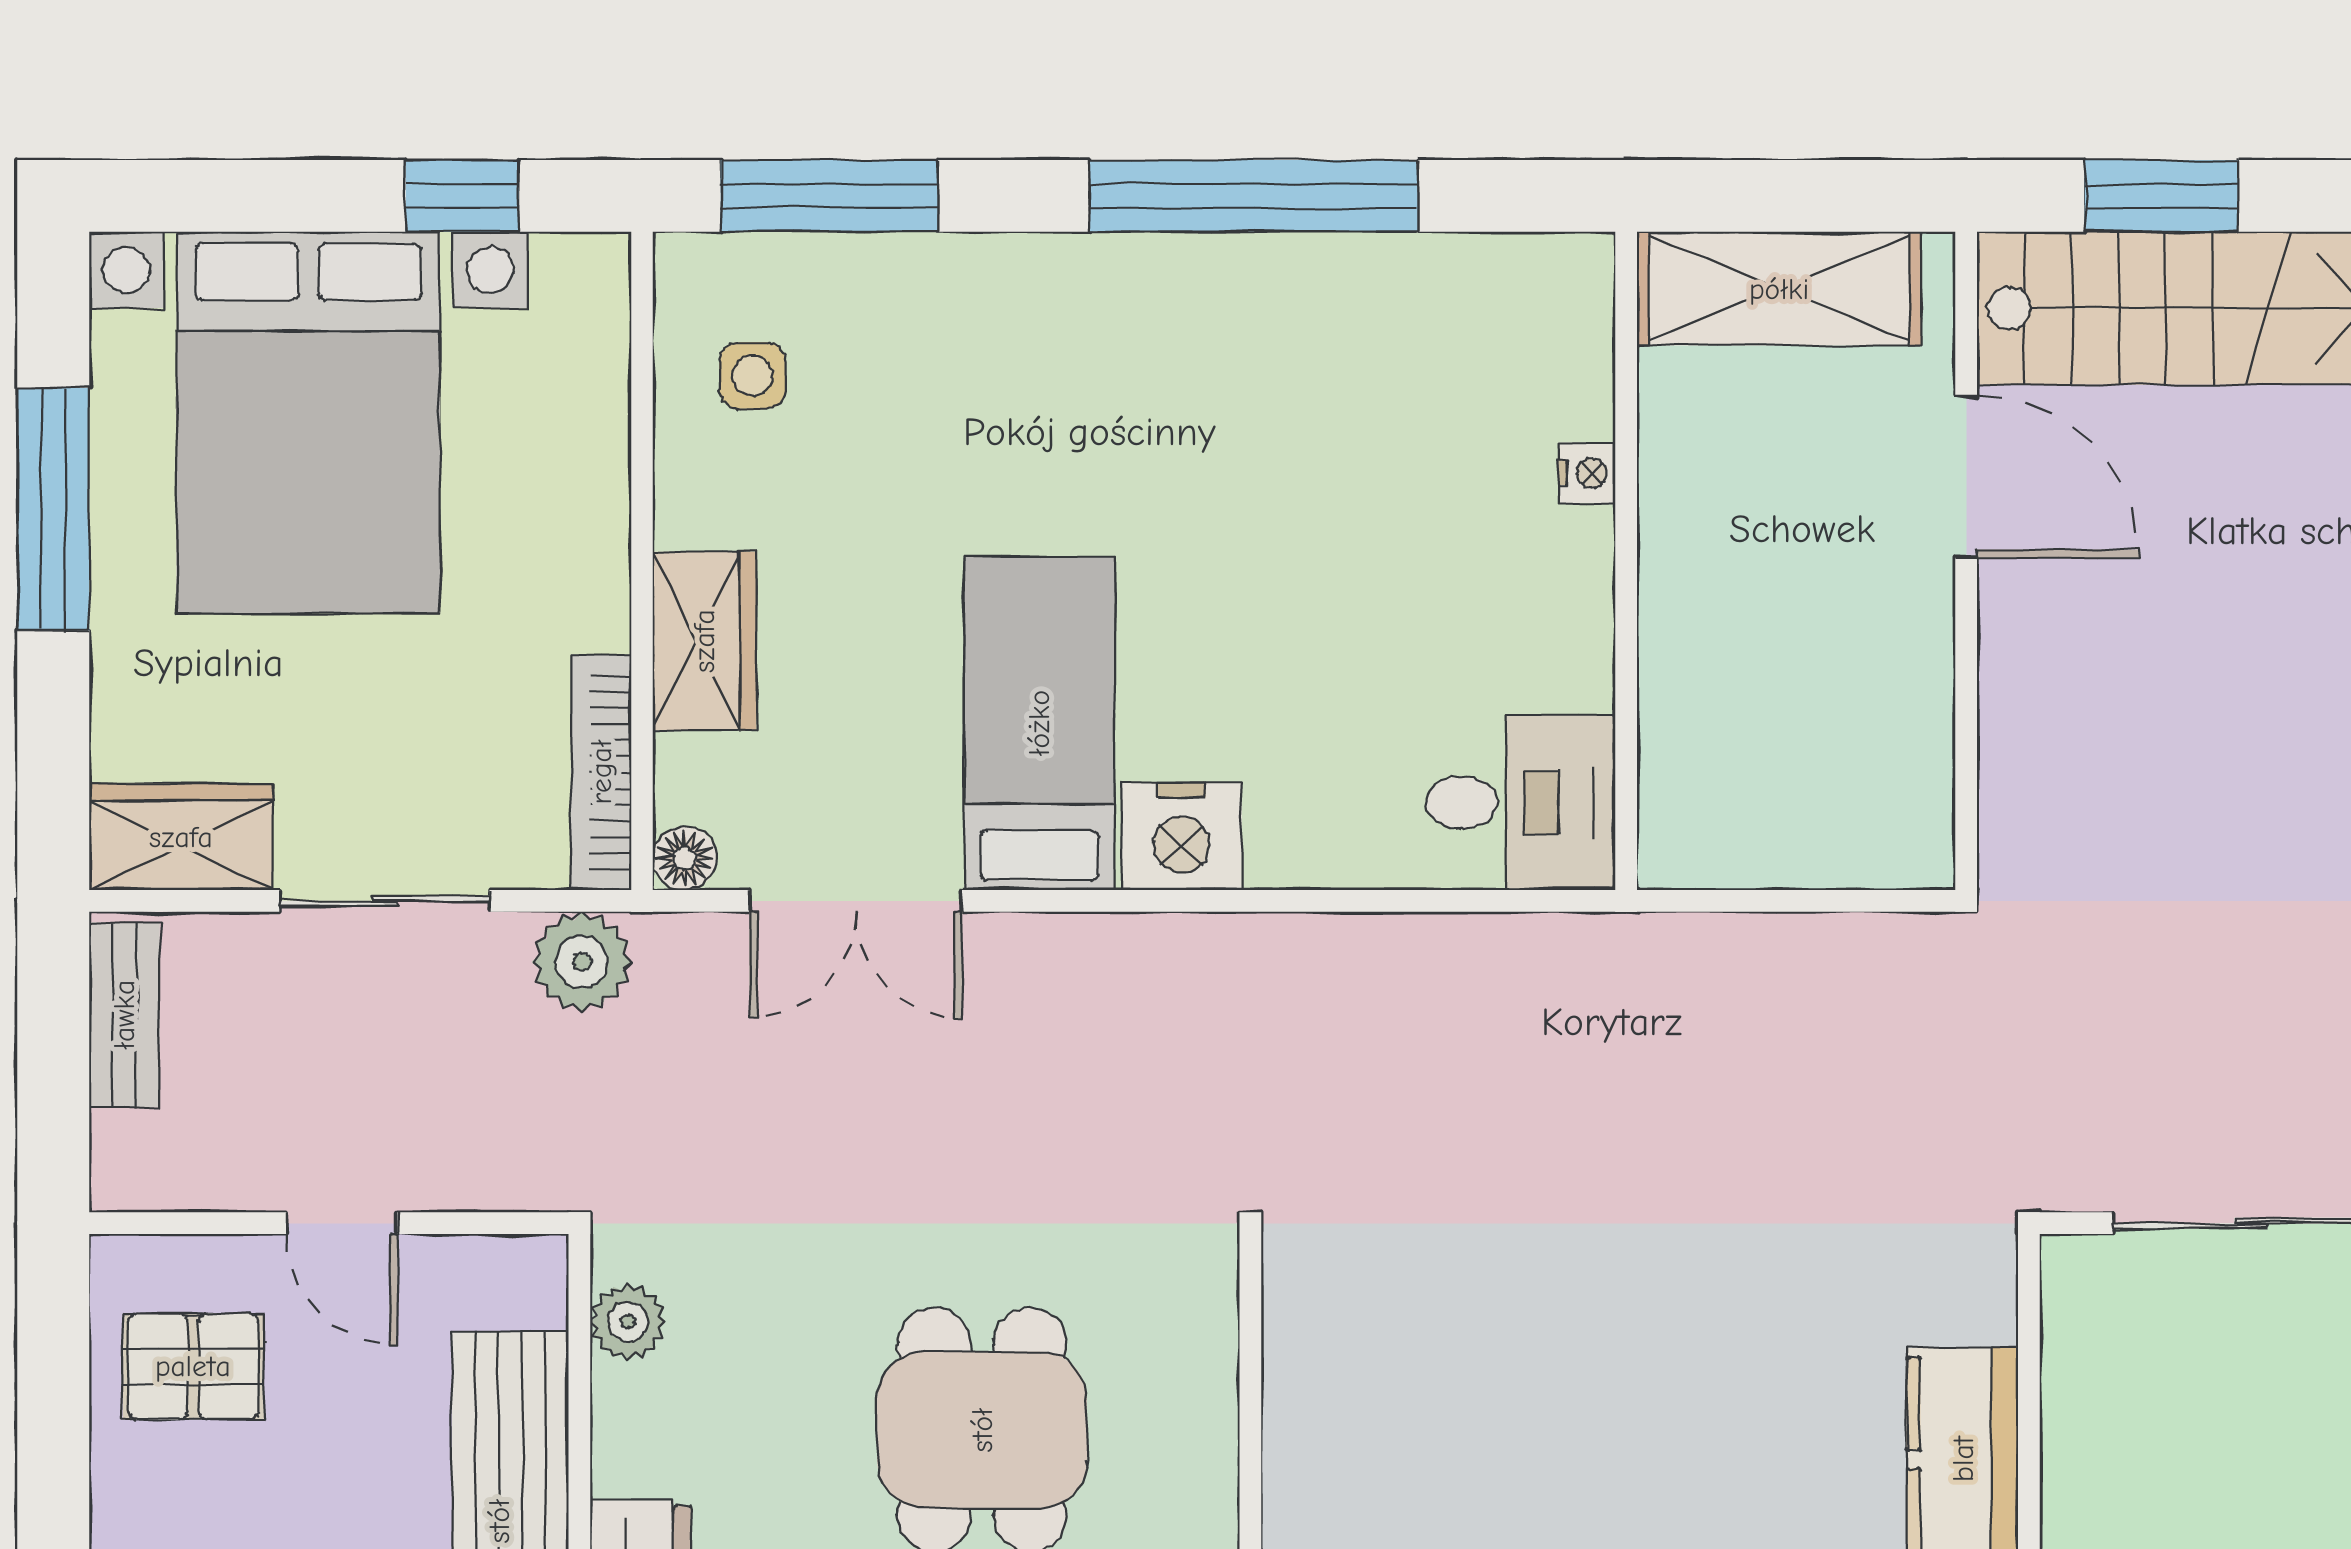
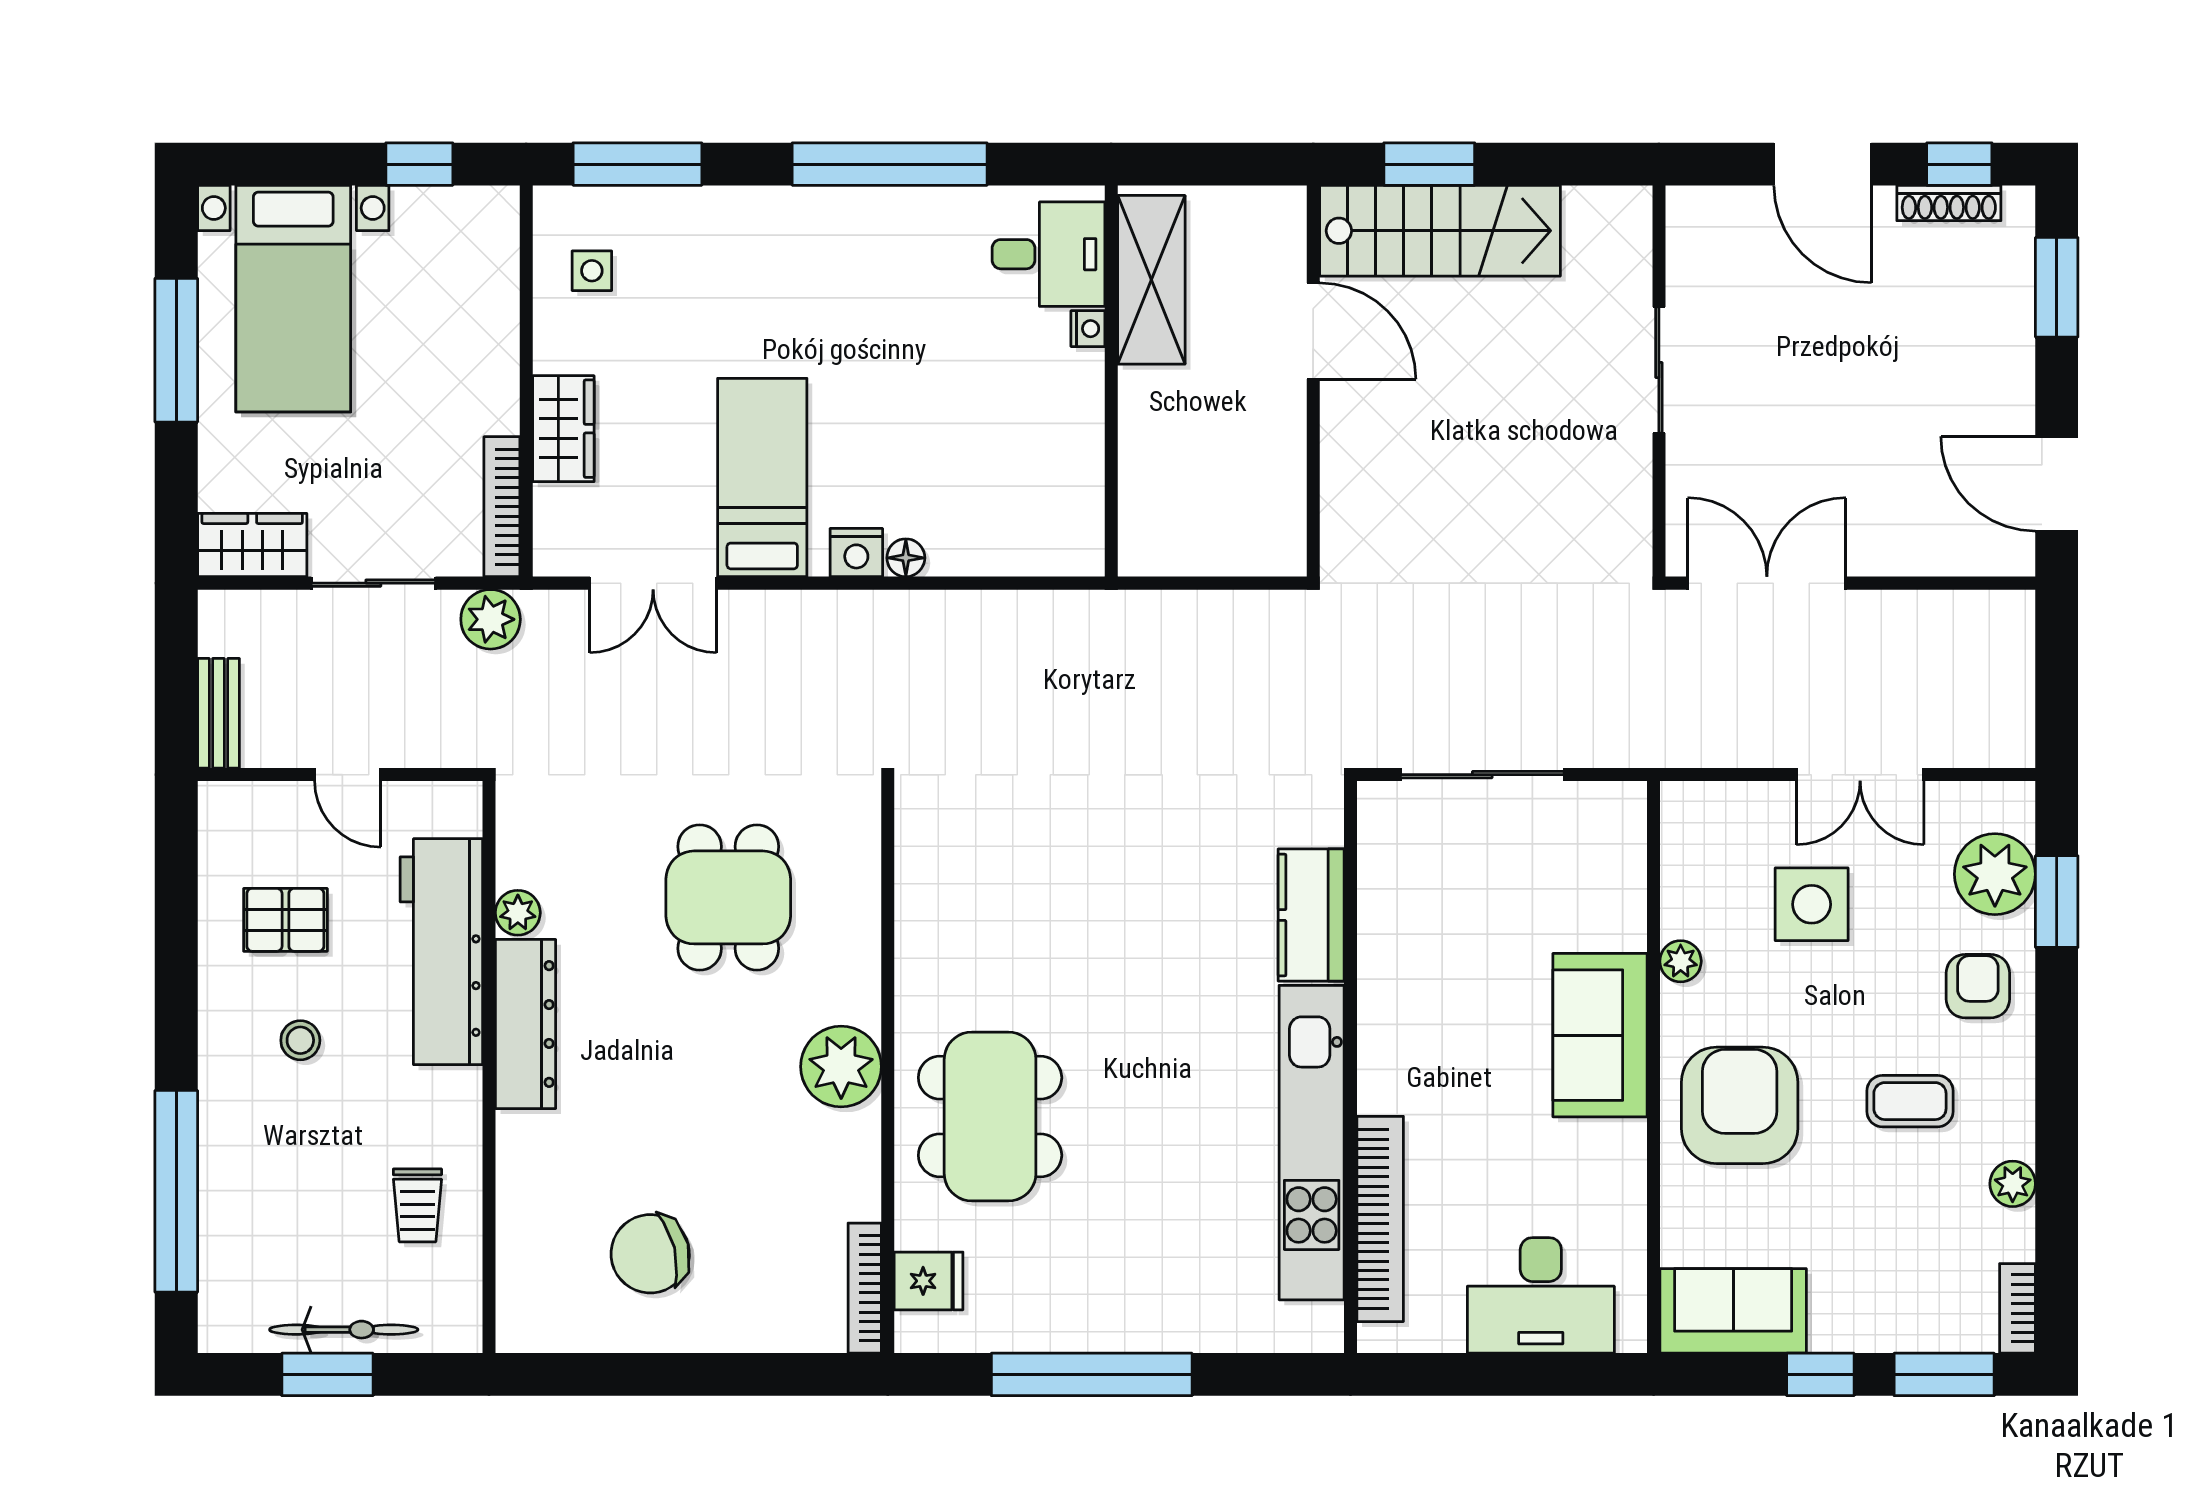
shelving: (1779, 289) -> (1151, 280), moved, turned 90
bed with nightstands: (308, 422) -> (293, 299), width x0.73
desk: (1521, 802) -> (1048, 254), moved
nightstand: (1182, 836) -> (856, 553), width x0.74, depth x0.75
floor lamp: (685, 858) -> (906, 558), moved
bench: (124, 1015) -> (218, 713), moved
plant: (628, 1322) -> (518, 913), moved
pallet: (193, 1366) -> (285, 920), moved

